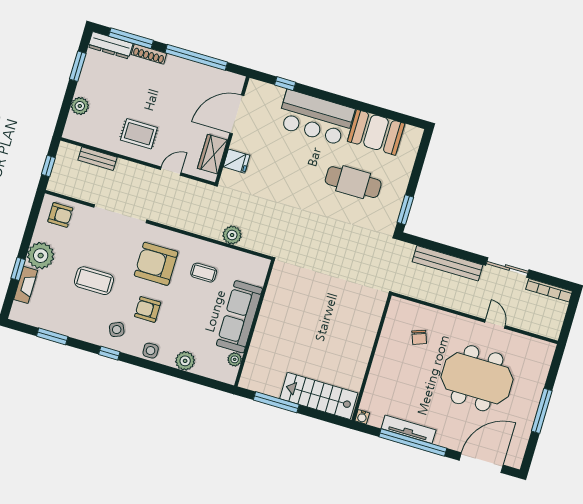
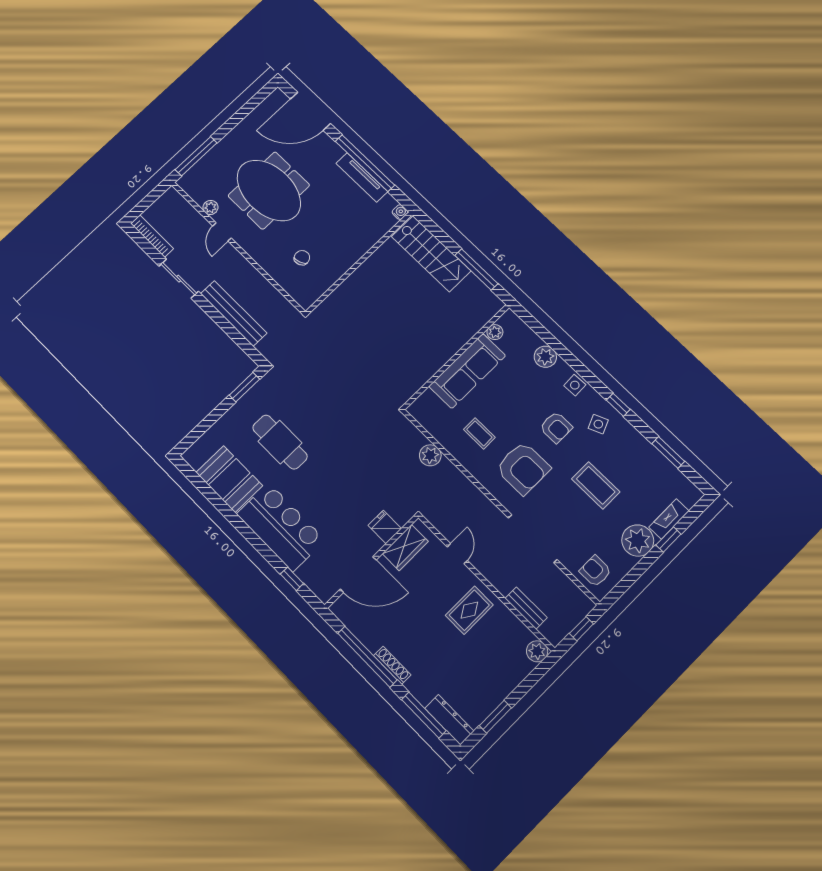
shoe rack: (149, 54) -> (392, 665), moved
plant: (80, 106) -> (537, 651), moved
rug: (139, 134) -> (469, 610), turned 90
door: (171, 171) -> (457, 554), swing flipped
plant: (516, 339) -> (210, 207), added
window: (542, 411) -> (196, 156), moved

